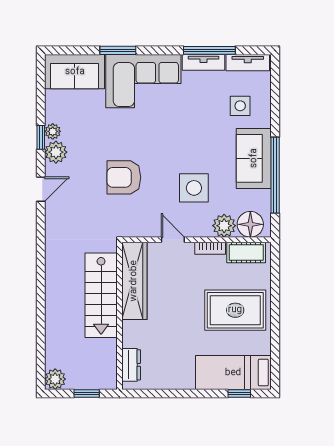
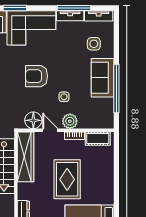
armchair: (124, 177) -> (36, 76), moved
side table: (194, 188) -> (64, 97), width x0.54, depth x0.54
floor lamp: (250, 224) -> (33, 120), moved
plant: (224, 226) -> (70, 121), moved
rug: (235, 310) -> (67, 179), moved, turned 90

